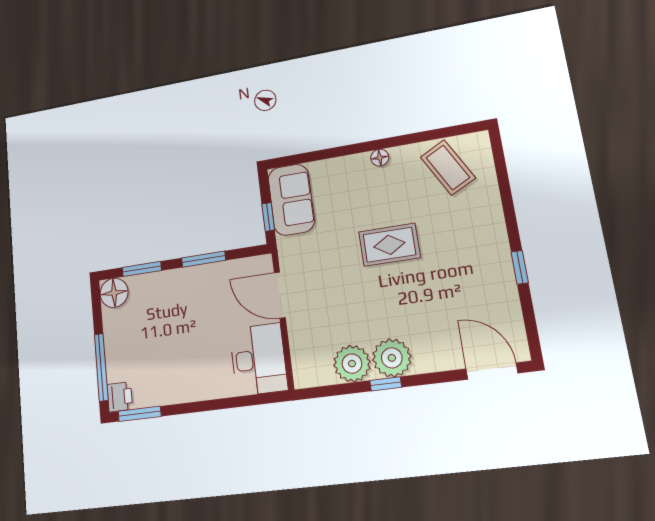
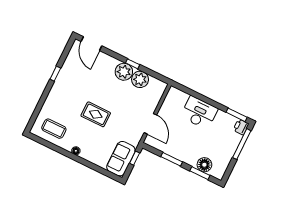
coffee table: (448, 168) -> (54, 129), turned -62
floor lamp: (114, 293) -> (204, 165), moved
desk: (258, 359) -> (199, 113), moved, turned 90

